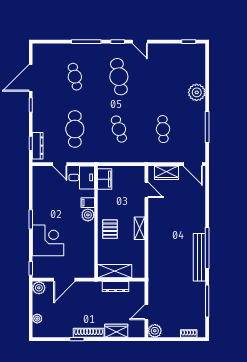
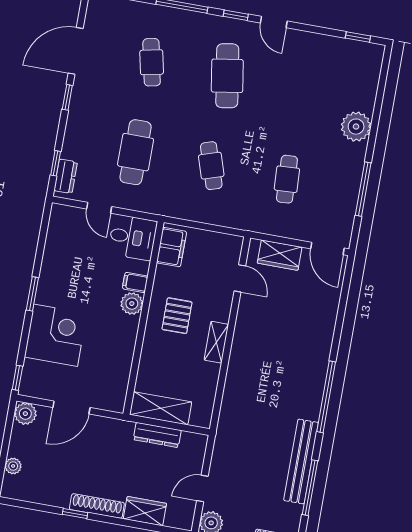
dresser: (38, 146) -> (66, 176), width x0.70
pallet: (110, 229) -> (177, 316), moved
bench: (199, 257) -> (301, 461), moved

